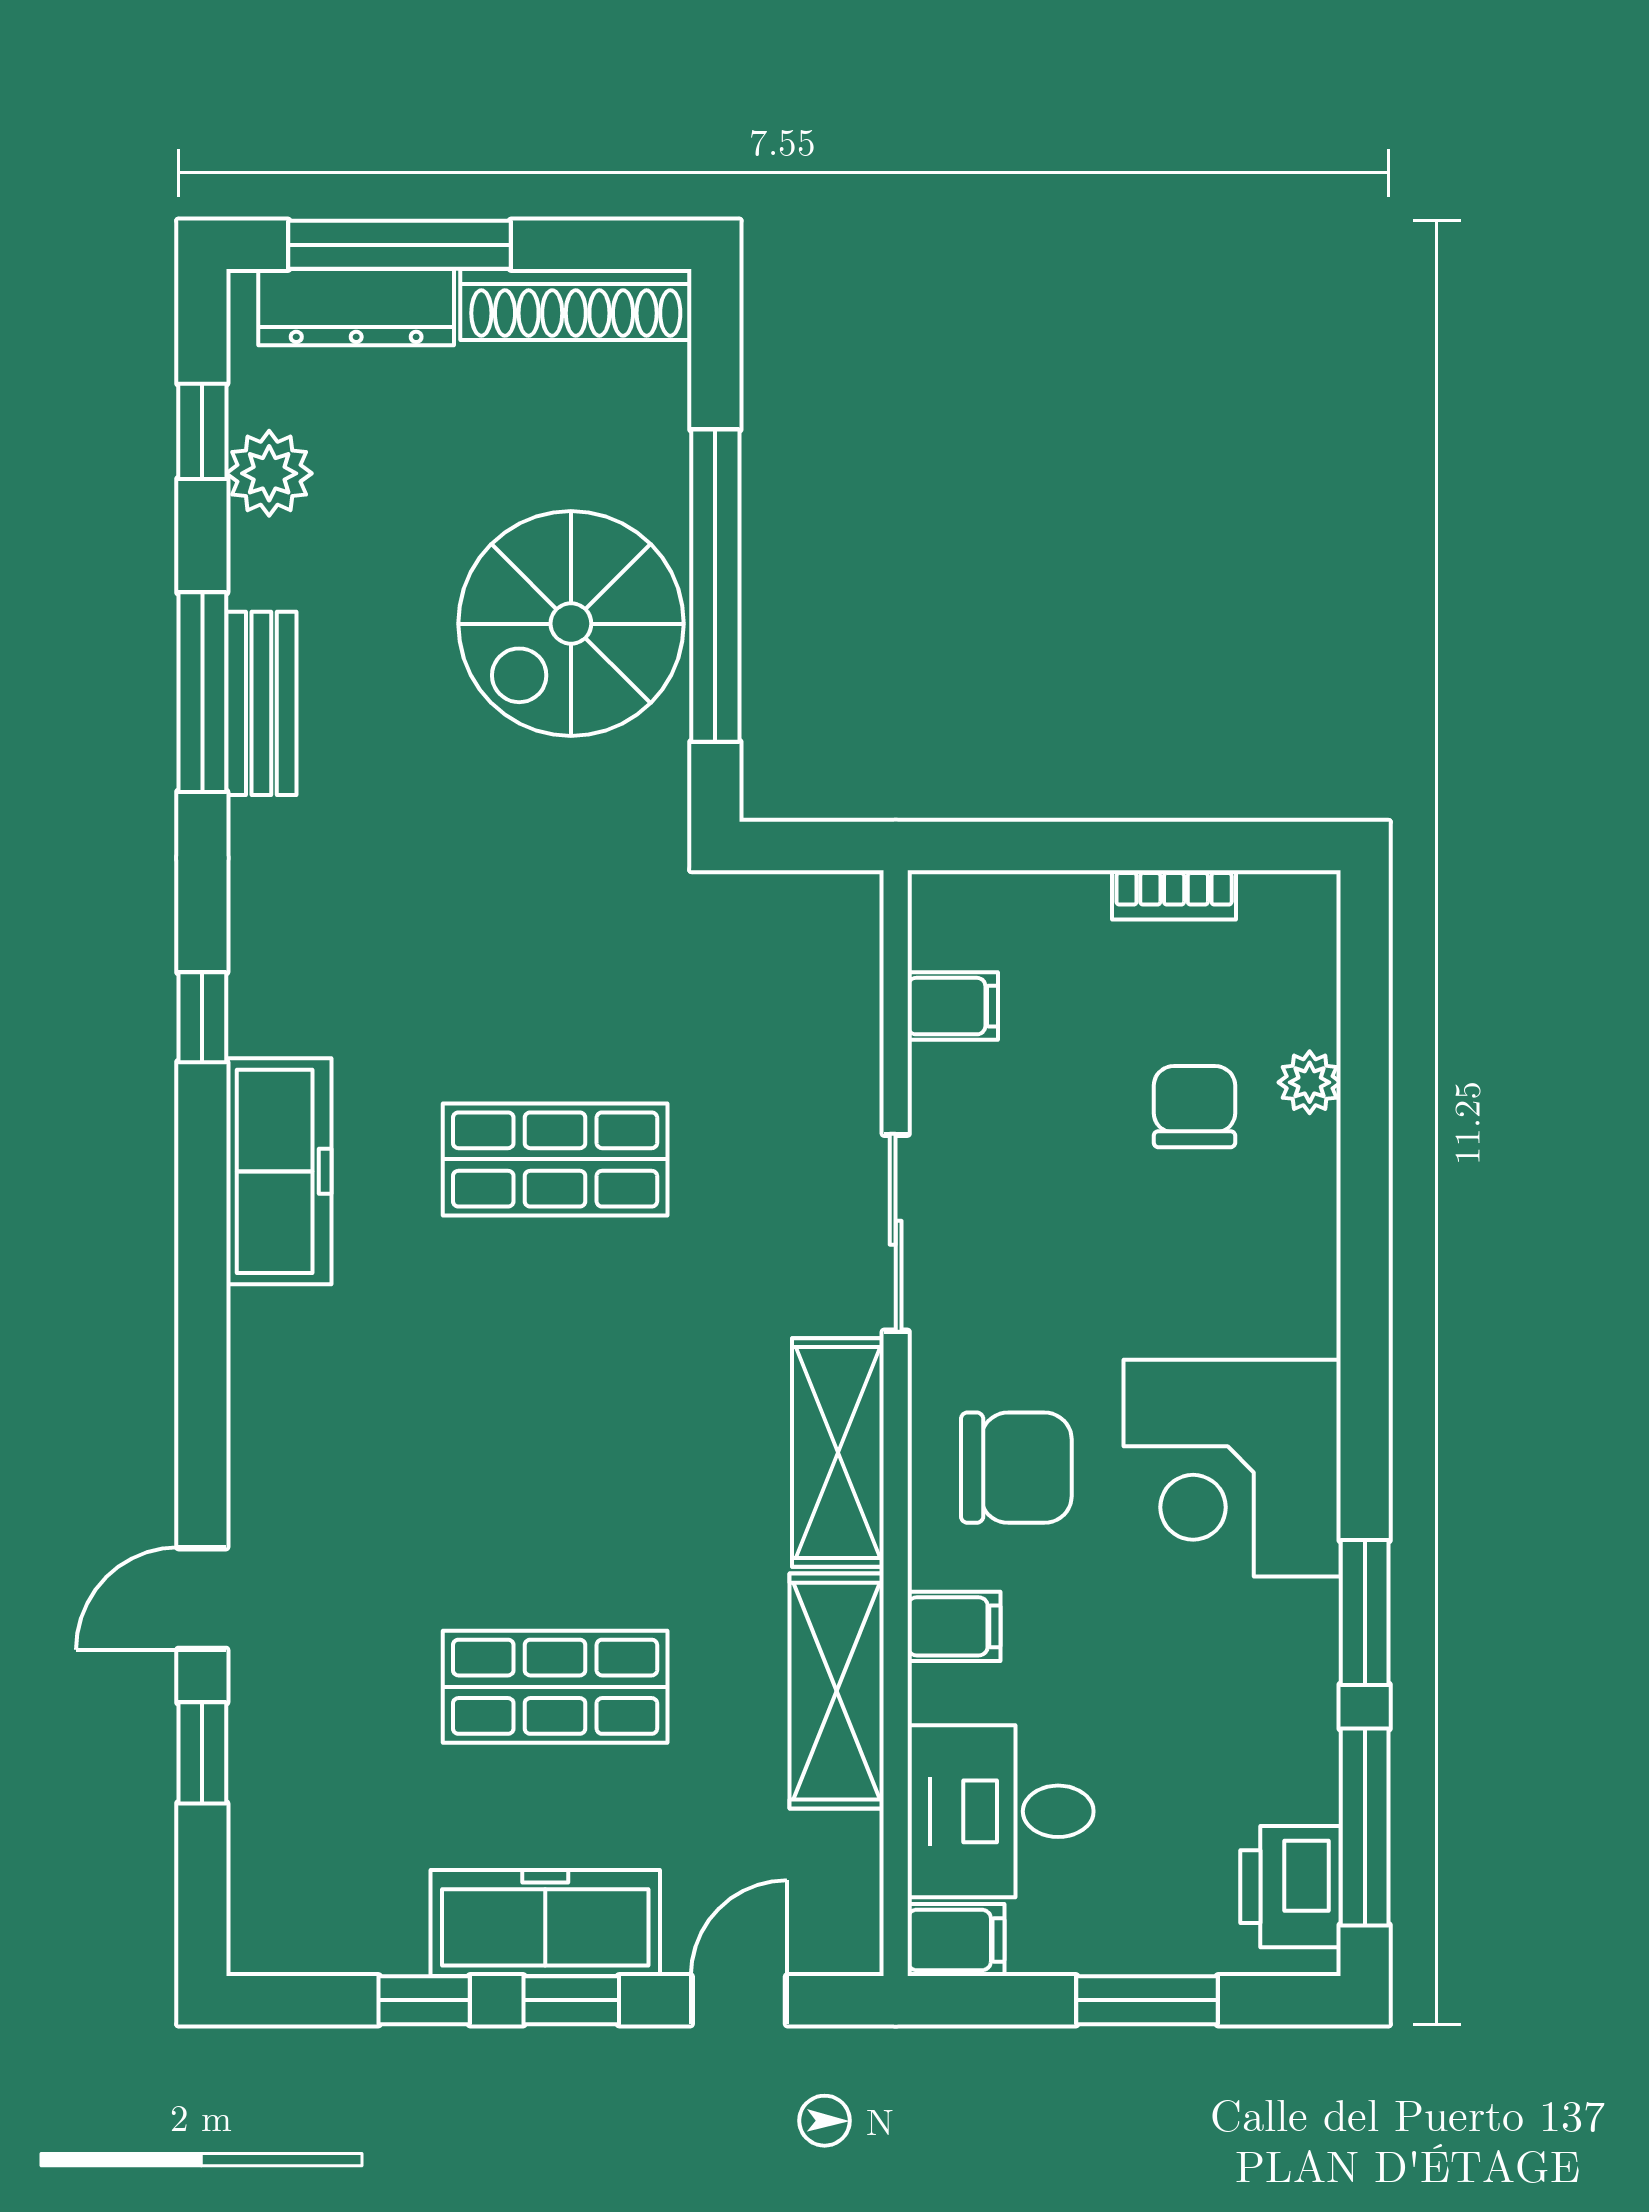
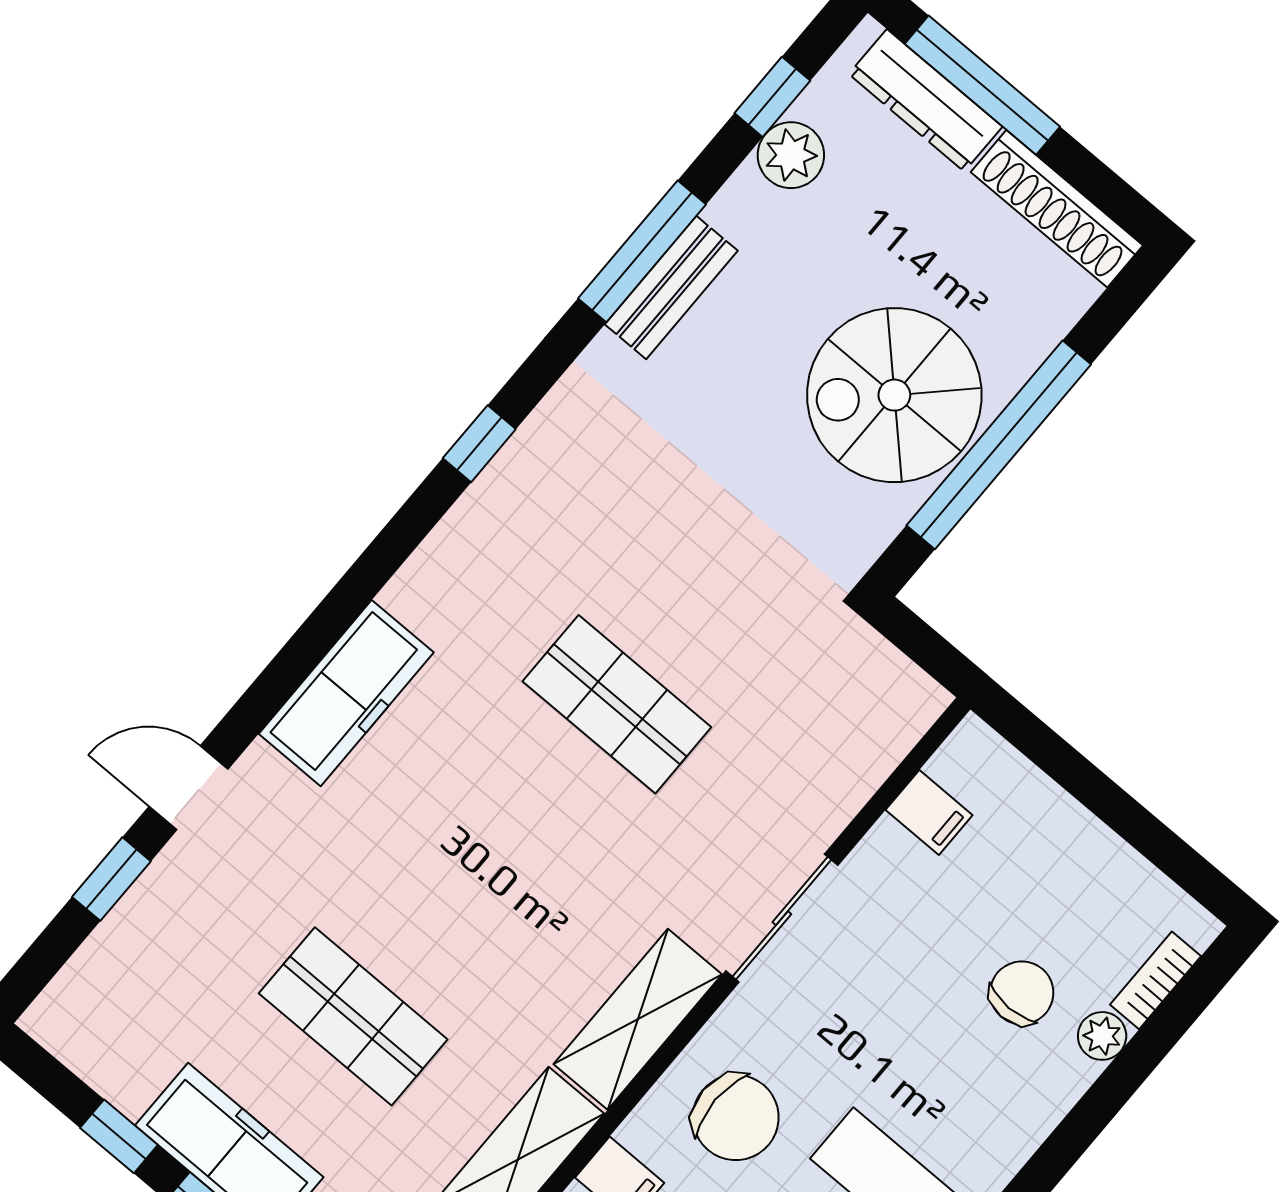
bookcase: (1174, 895) -> (1155, 980), moved, turned 90
freezer: (279, 1171) -> (346, 693), moved

